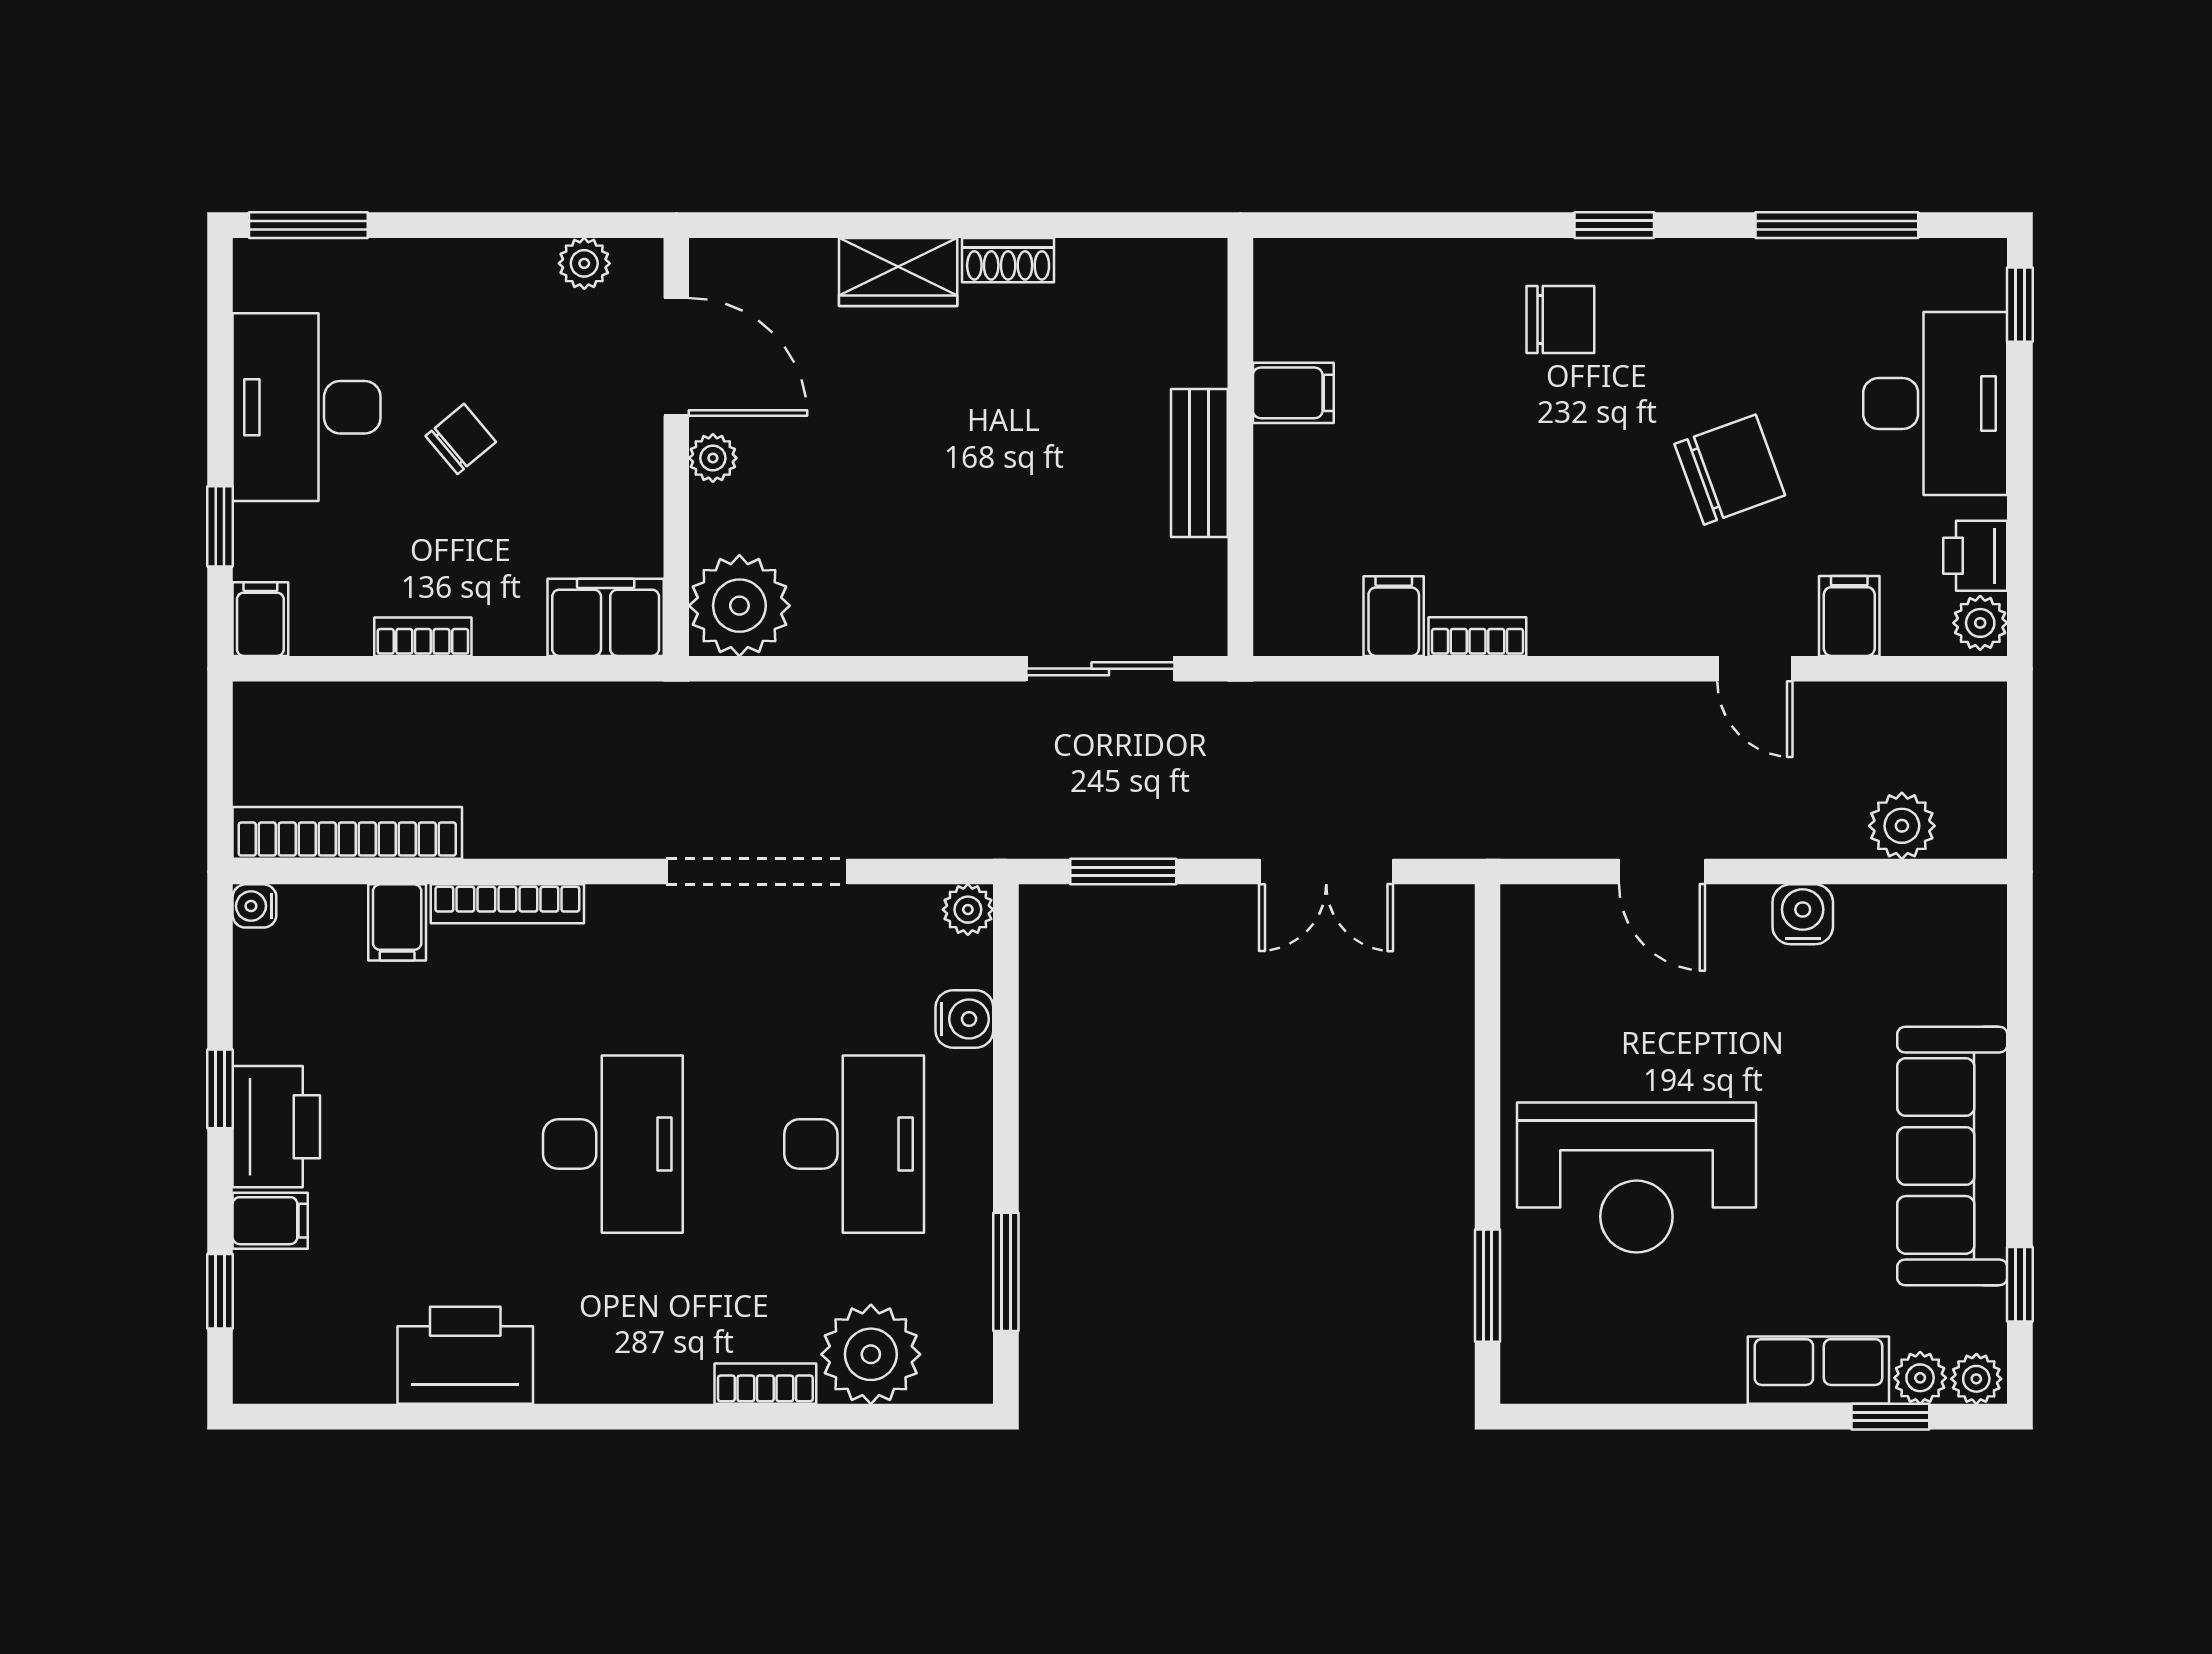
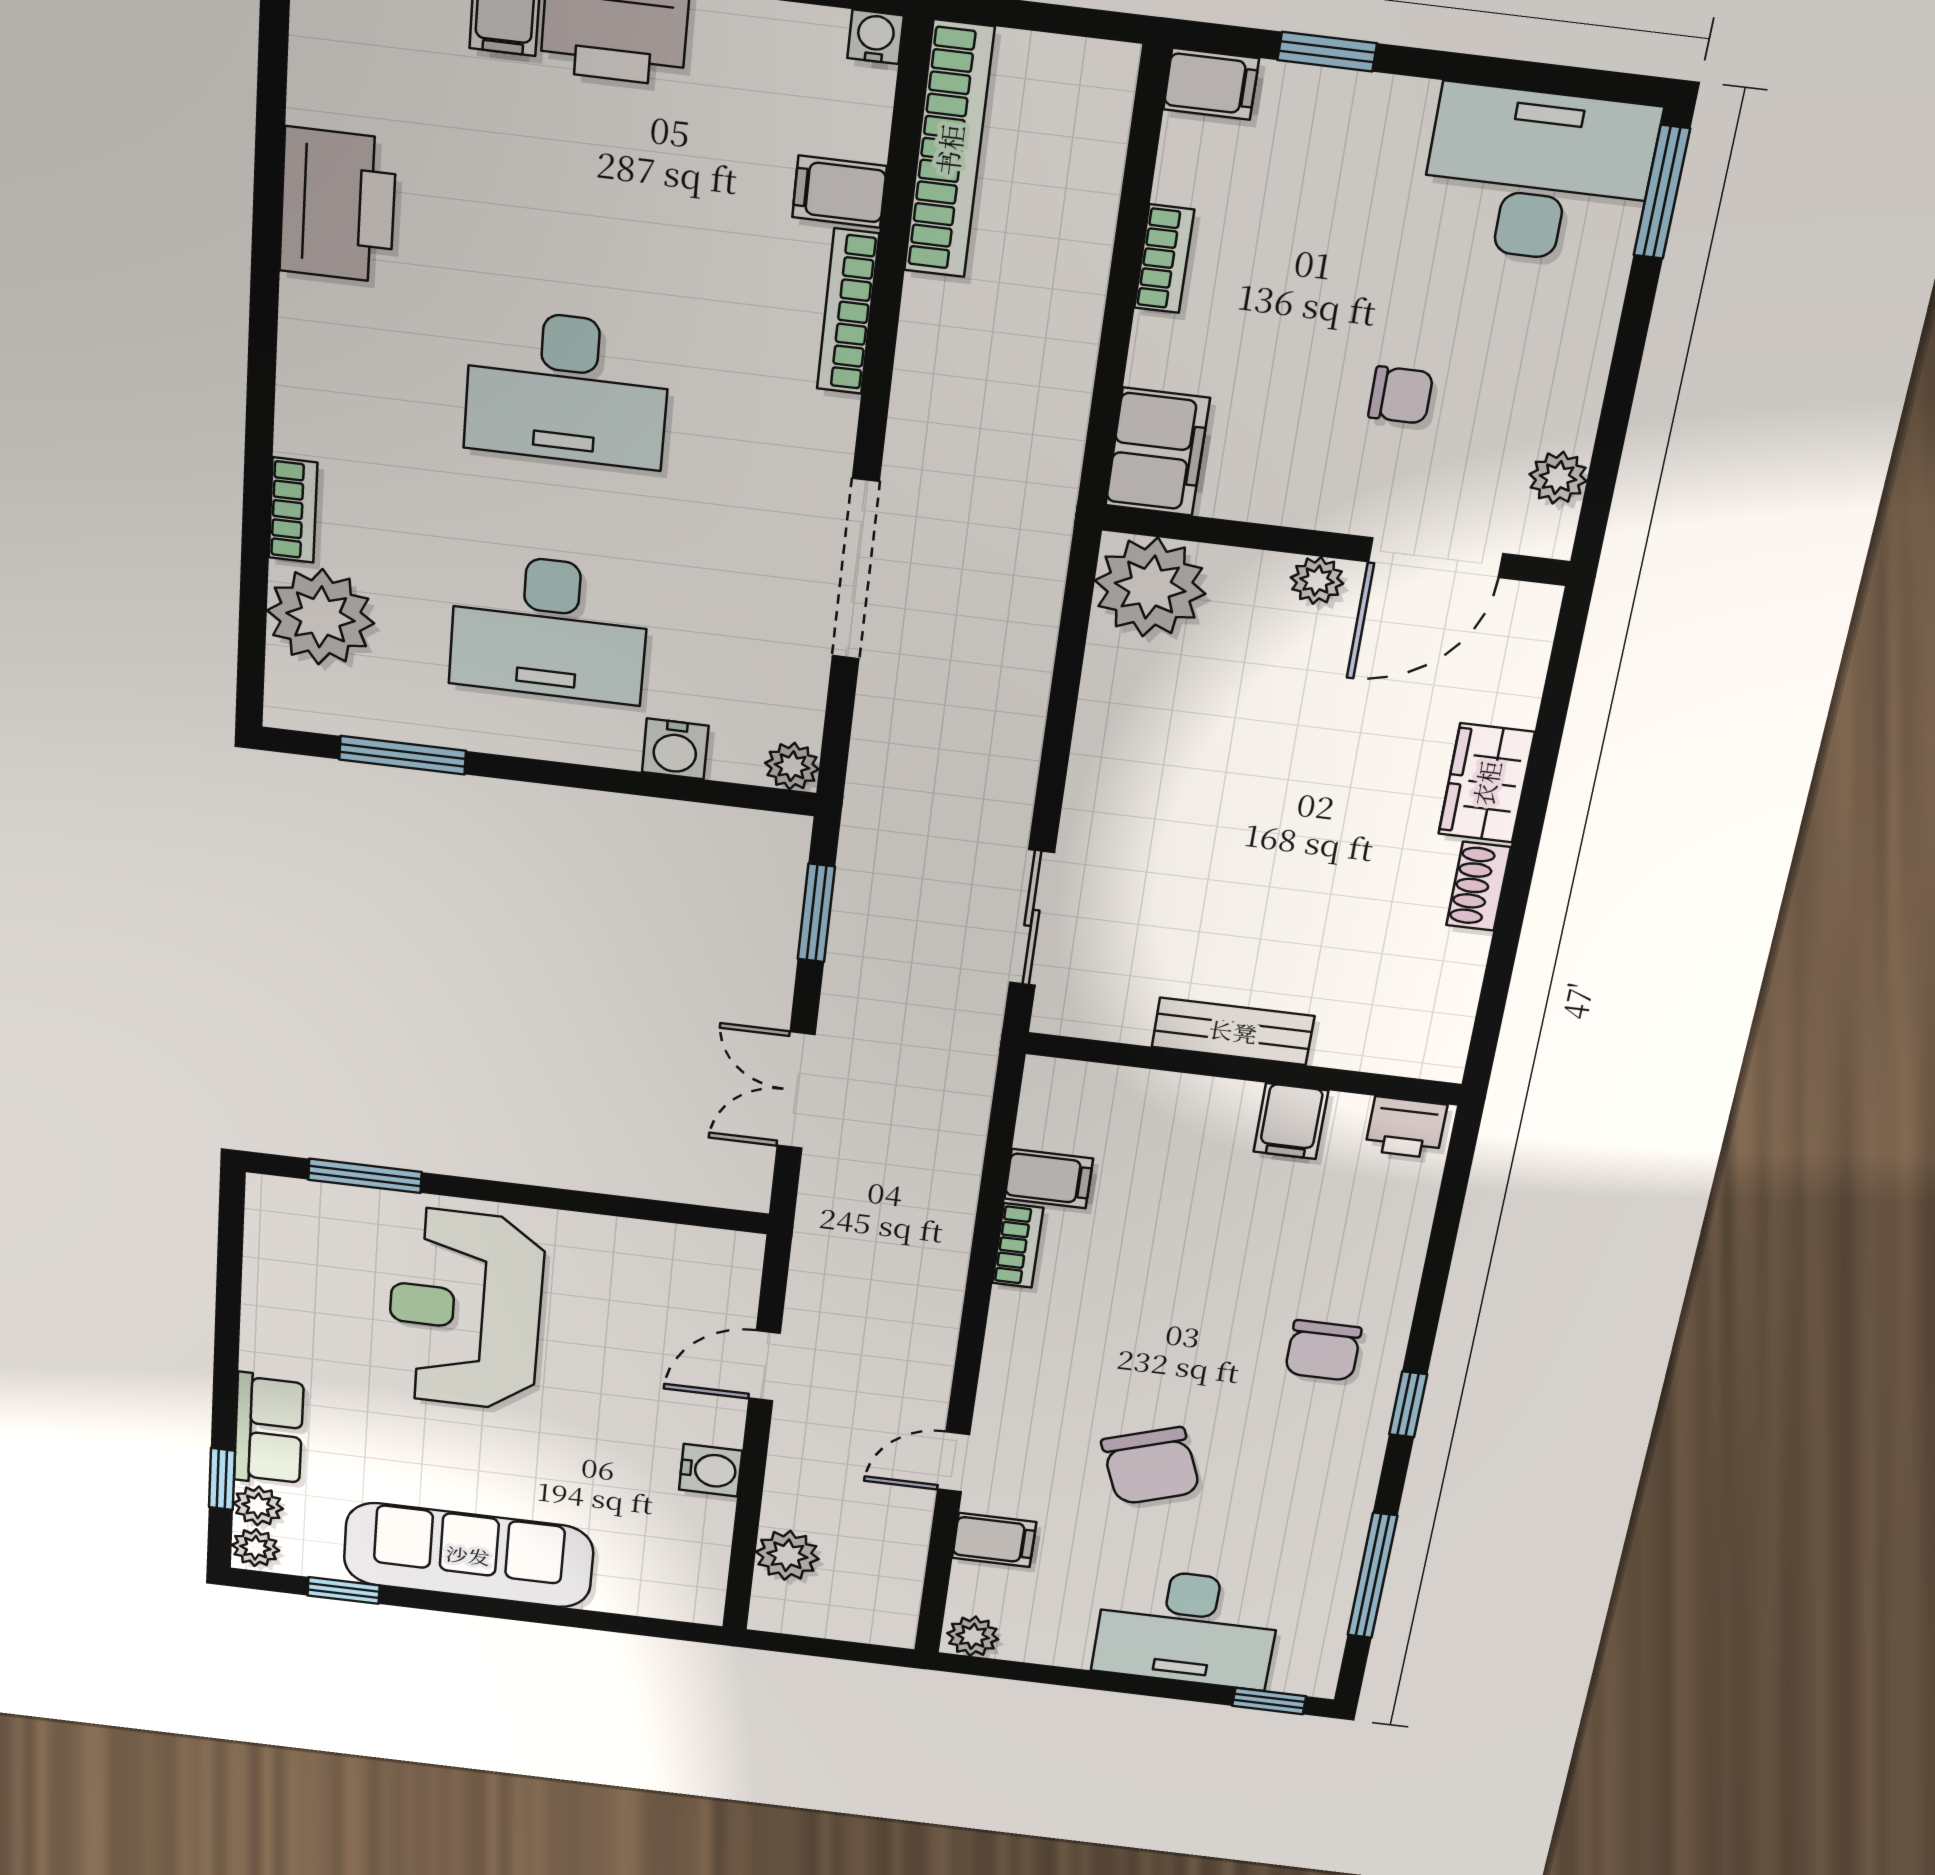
desk: (307, 407) -> (1538, 175), moved
chair: (461, 439) -> (1401, 395), moved, turned -50
printer: (1975, 556) -> (1406, 1128), moved, turned 180

